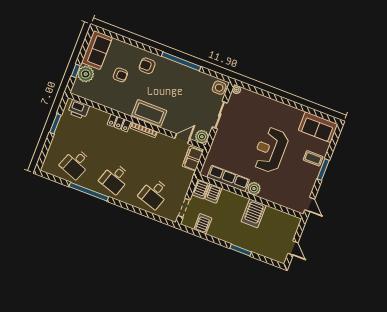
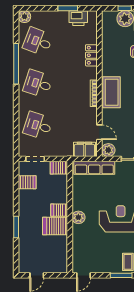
printer: (79, 109) -> (78, 18), moved, turned -90
locker: (119, 123) -> (91, 55), moved
plant: (48, 167) -> (24, 17), added
row of seats: (228, 178) -> (94, 168), moved, turned 90
server rack: (213, 194) -> (59, 210), moved

